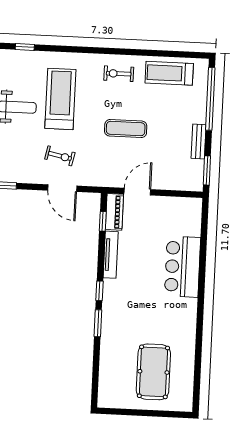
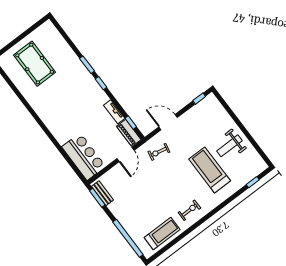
treadmill: (60, 99) -> (210, 170), turned 180
exercise mat: (126, 129) -> (161, 184), removed
bench: (199, 142) -> (102, 193), moved
exercise bike: (60, 156) -> (159, 152), moved
tv unit: (111, 255) -> (114, 112), width x0.71
bar counter: (183, 267) -> (84, 157), moved

